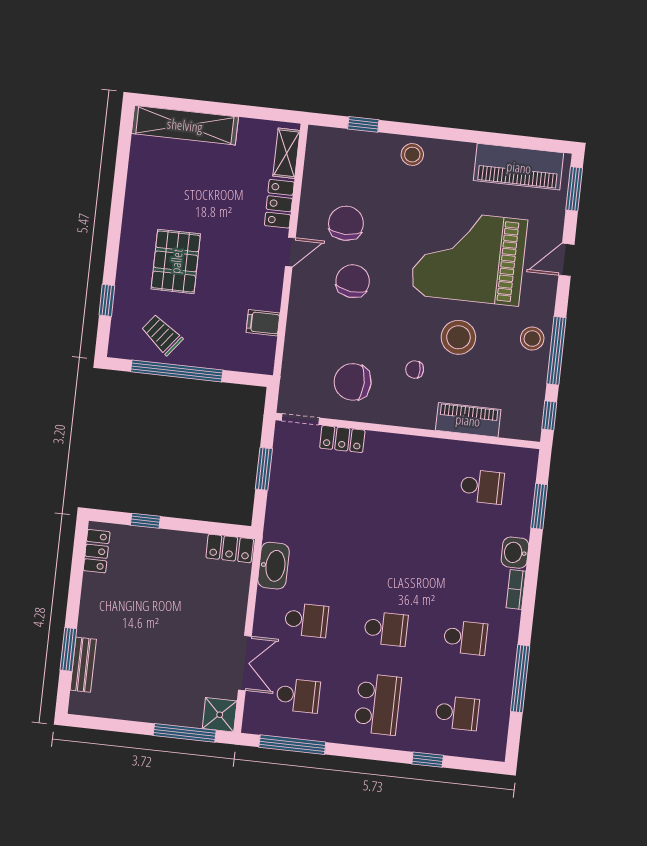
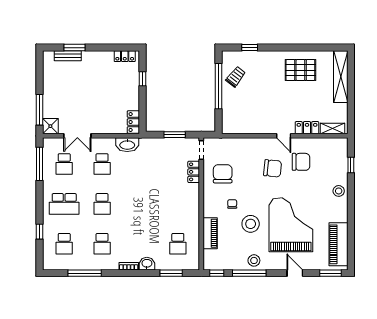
pallet: (176, 261) -> (300, 70), moved
filing cabinet: (263, 323) -> (247, 126), removed

